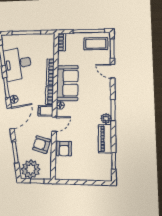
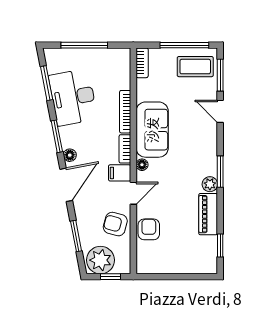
armchair: (64, 149) -> (149, 229), turned 180

